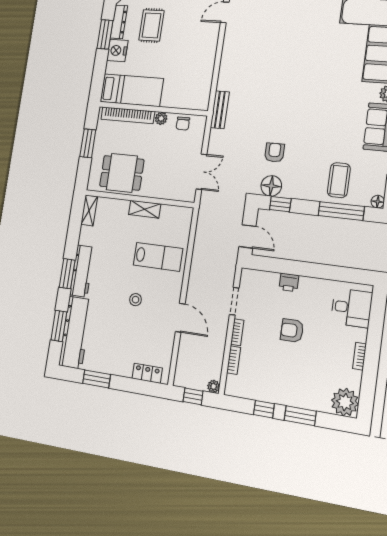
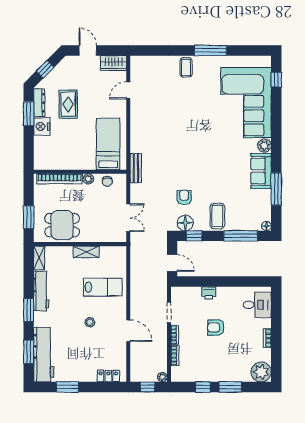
bed: (132, 90) -> (108, 144), moved, turned -90
window: (88, 143) -> (29, 217), moved
coffee table: (339, 180) -> (217, 216), moved
workbench: (82, 271) -> (41, 291), moved

